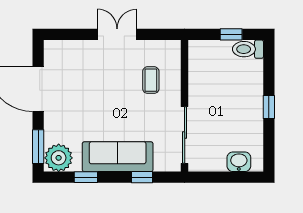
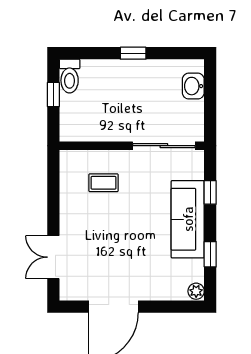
double door: (117, 34) -> (53, 257), moved
window: (38, 147) -> (177, 307), removed
plant: (59, 158) -> (196, 291), width x0.53, depth x0.53

